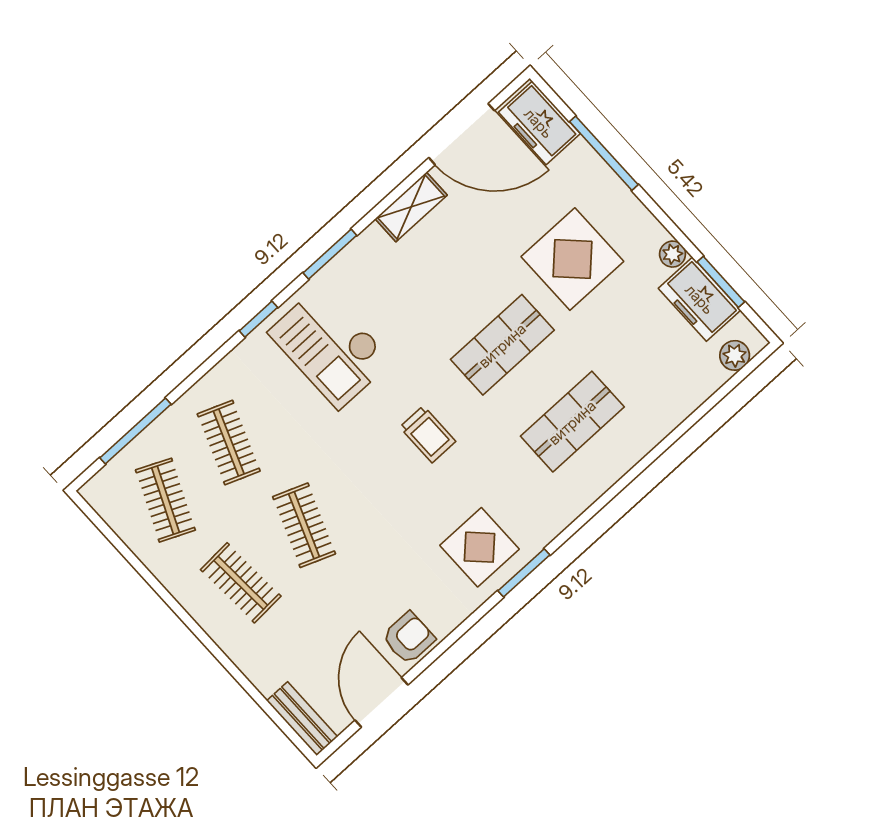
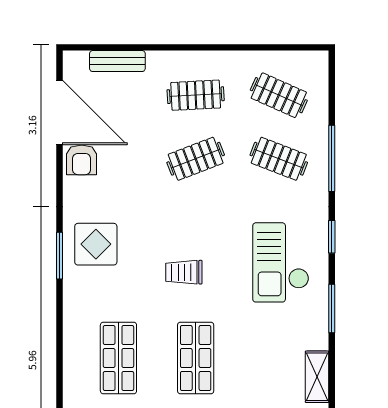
checkout: (330, 347) -> (281, 262), turned -90
window: (135, 431) -> (332, 158), moved
clothes rail: (304, 525) -> (196, 159), turned -42
door: (381, 702) -> (60, 113), width x1.36
bench: (302, 719) -> (117, 61), moved

